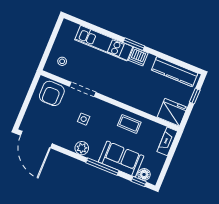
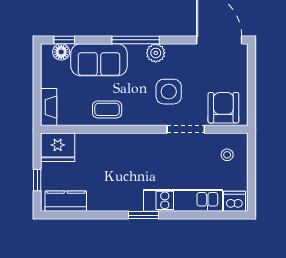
dishwasher: (138, 57) -> (235, 201), moved
kitchen counter: (175, 72) -> (66, 201), width x0.67
side table: (84, 119) -> (169, 92), width x1.87, depth x1.87
window: (102, 167) -> (136, 40), moved

